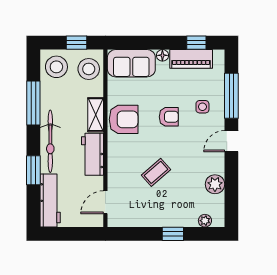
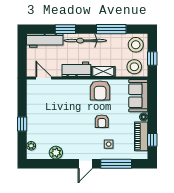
door: (231, 141) -> (85, 164), swing flipped
coffee table: (156, 172) -> (64, 112), removed

